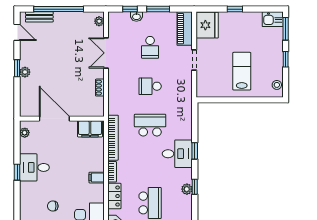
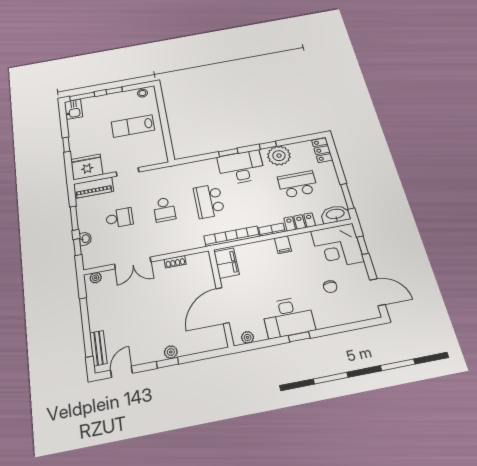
desk: (177, 154) -> (241, 167), width x1.37
desk: (34, 167) -> (288, 317), width x1.37
plant: (187, 189) -> (279, 156), width x1.88, depth x1.88

